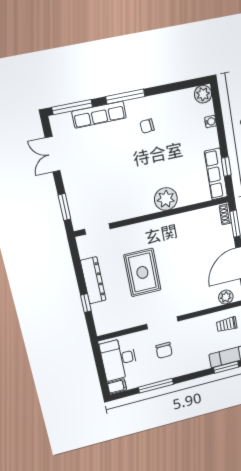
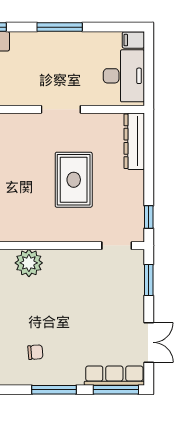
row of seats: (99, 115) -> (114, 376), moved
dresser: (93, 280) -> (134, 141), moved
window: (86, 303) -> (149, 217), moved
chair: (164, 350) -> (66, 72), removed
window: (156, 386) -> (60, 27), moved

